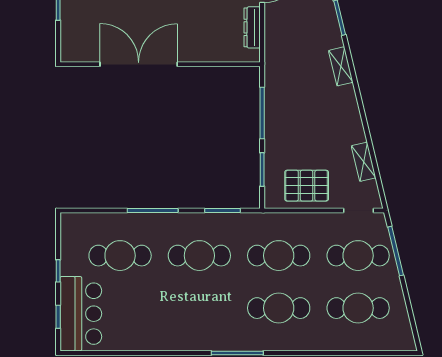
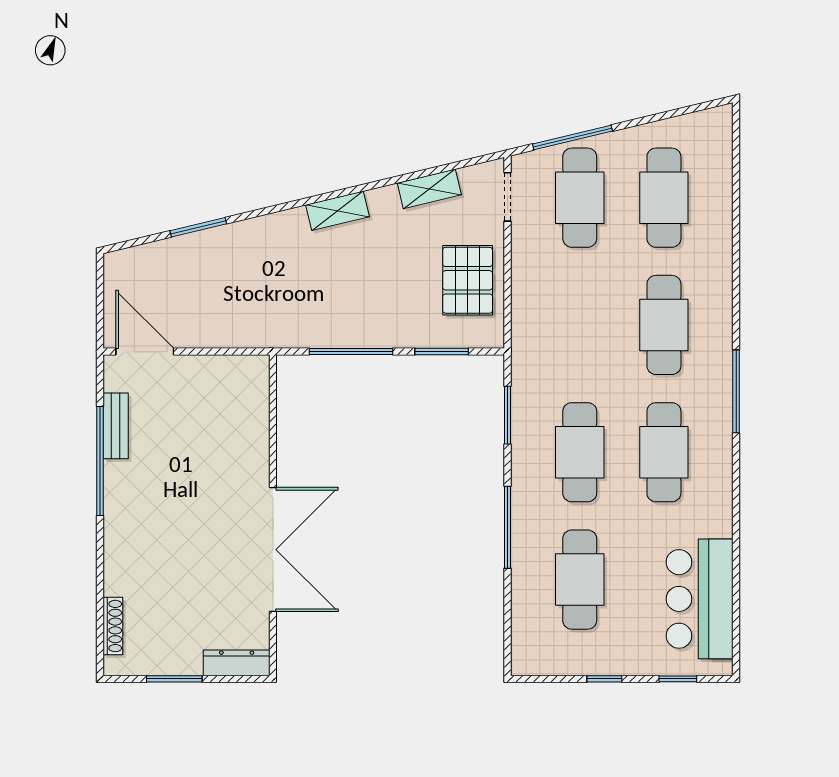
dresser: (252, 27) -> (237, 663), moved, turned 180
double door: (139, 64) -> (273, 550), swing flipped
shelving: (341, 66) -> (337, 211), moved
cafe table: (279, 256) -> (664, 452), moved
bar counter: (81, 314) -> (700, 599), moved, turned -90

